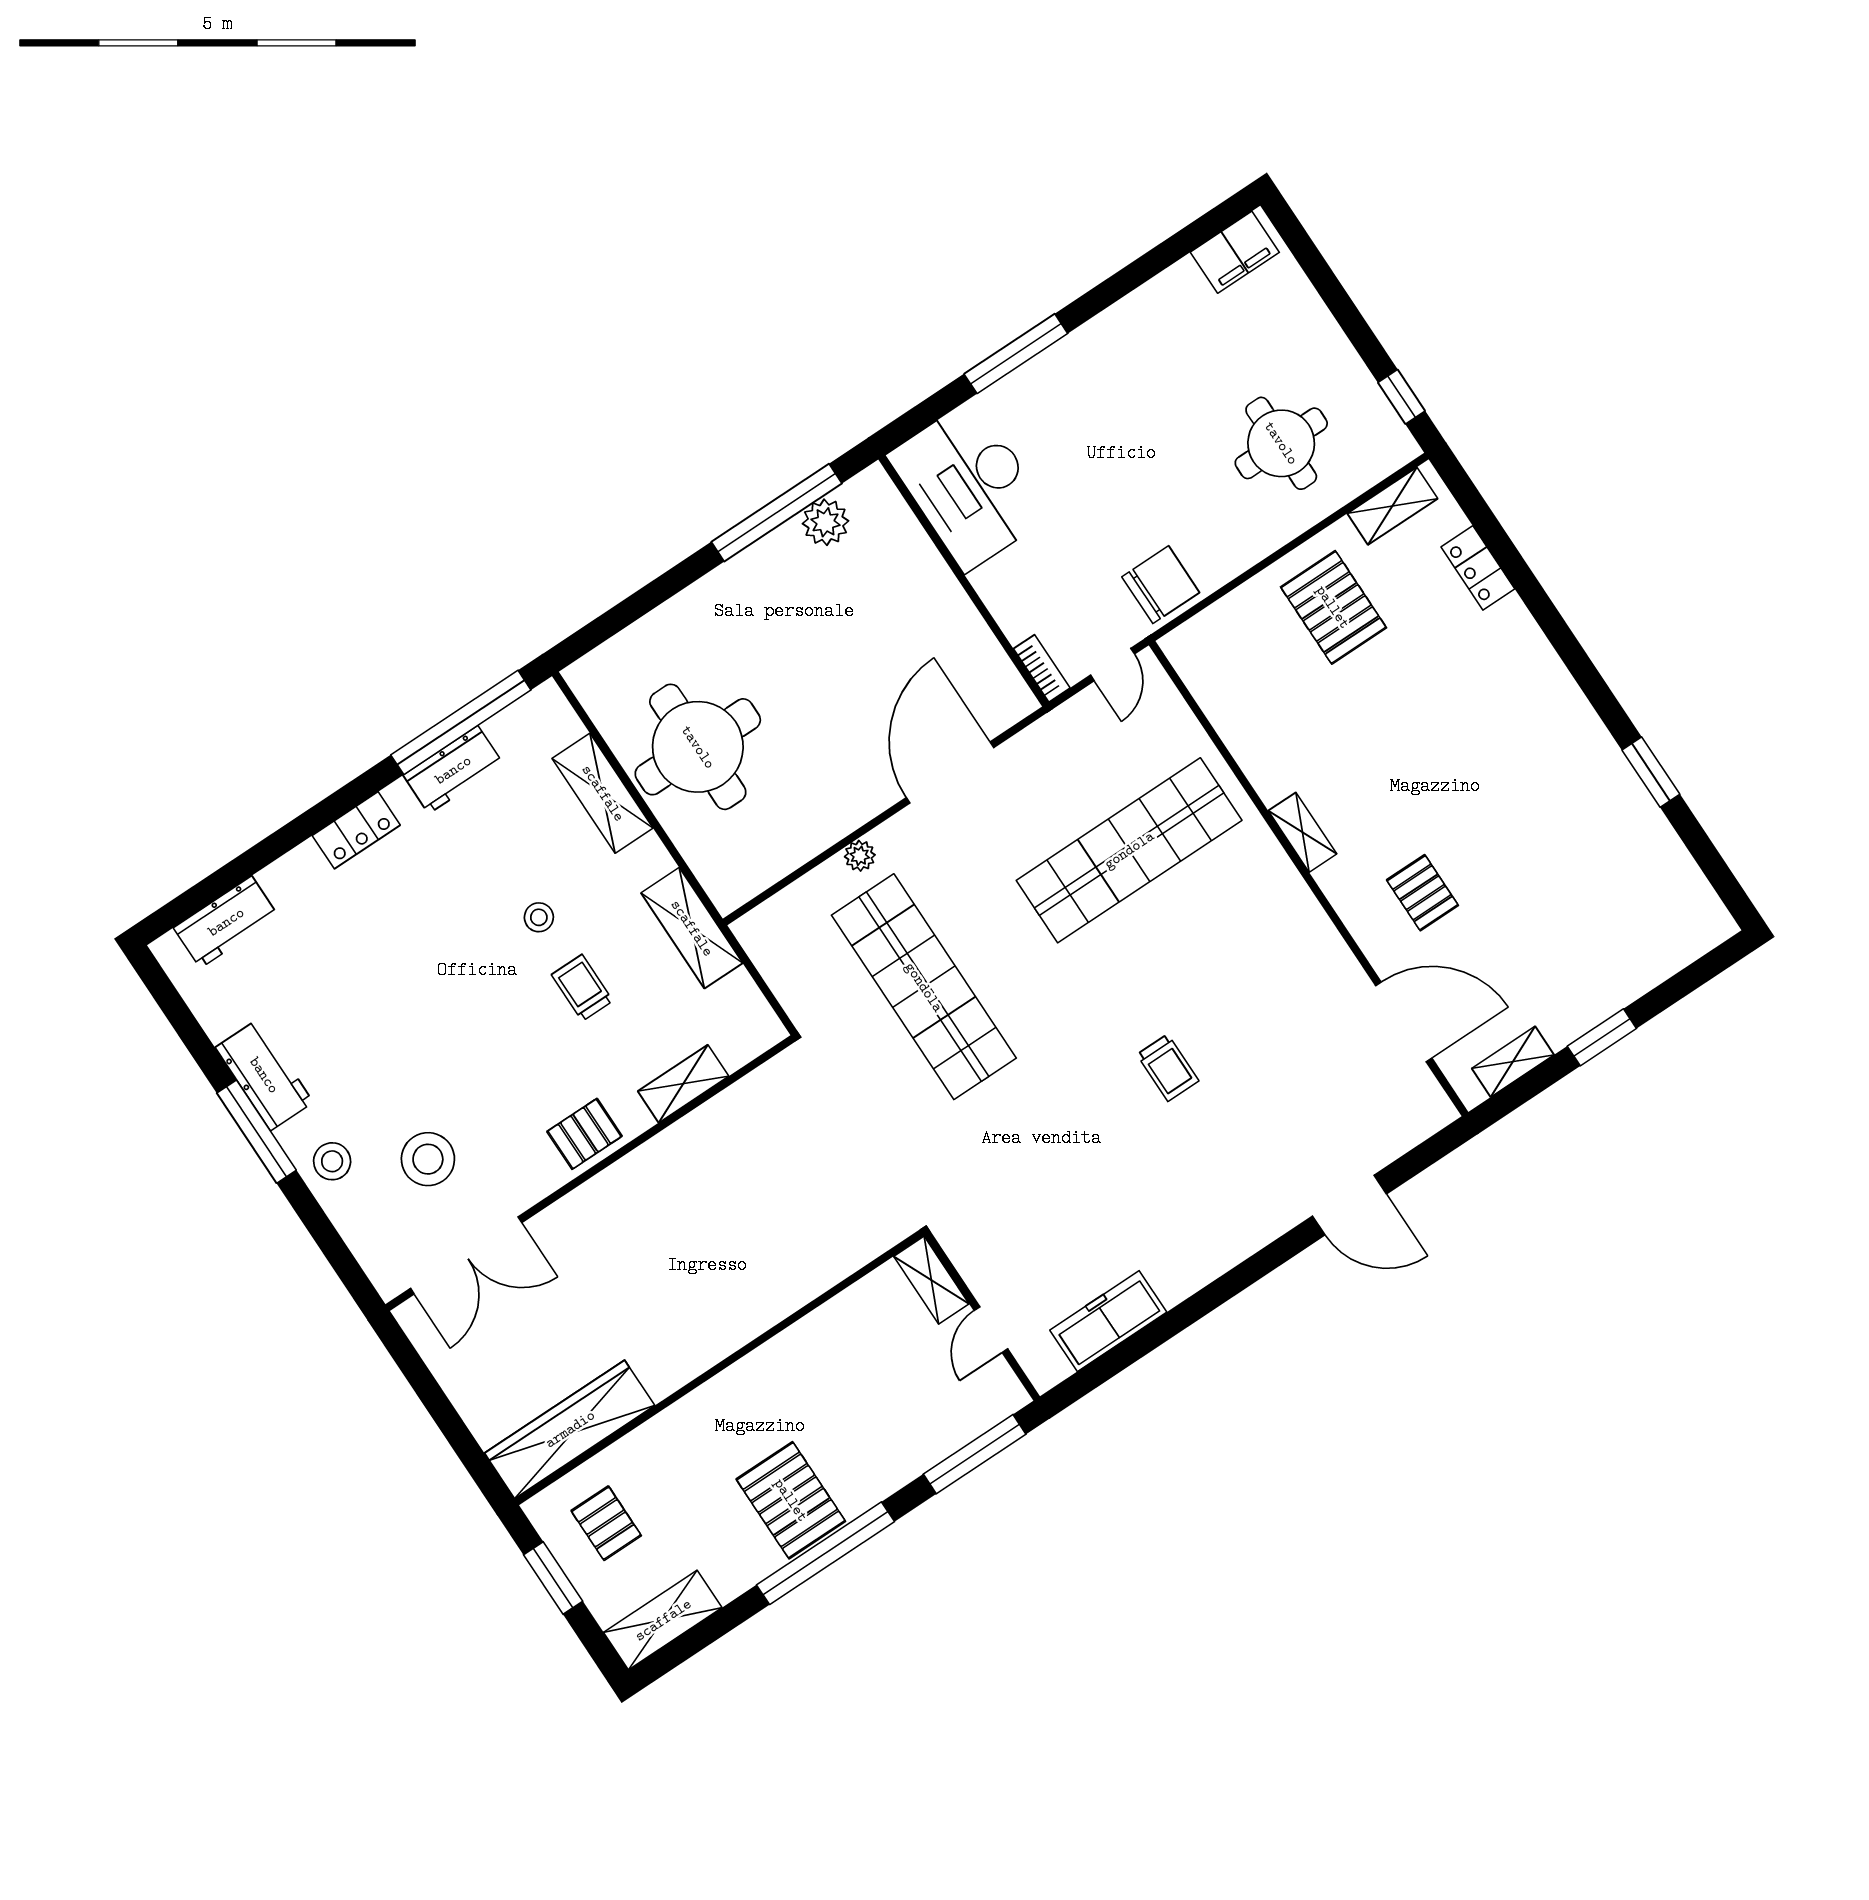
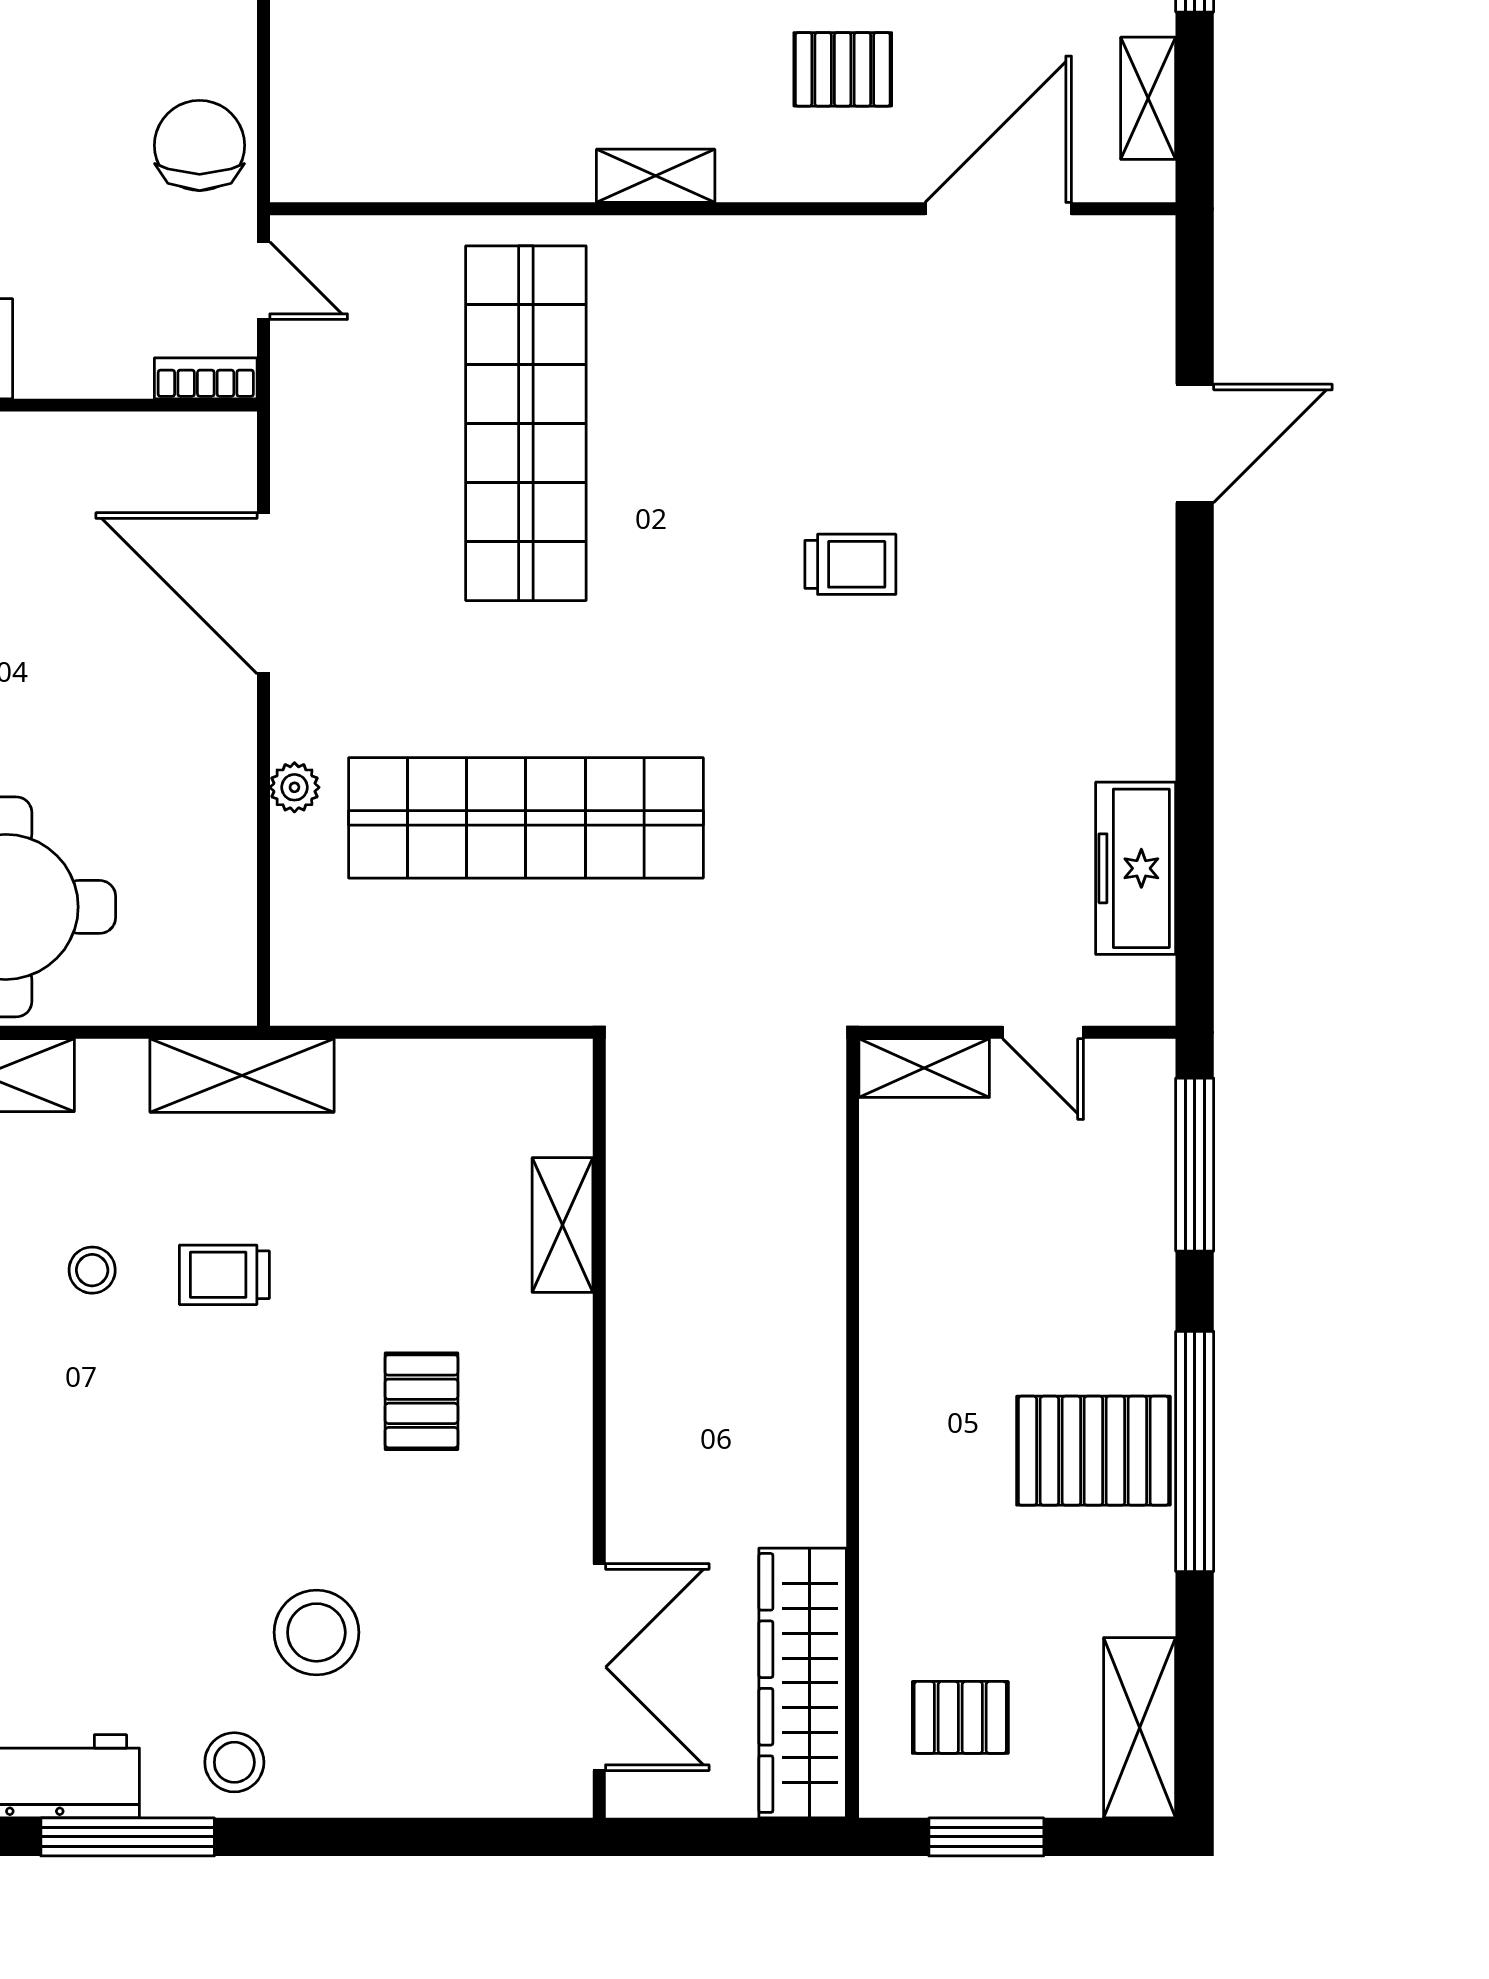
shelving: (683, 1084) -> (563, 1225), moved
wall: (590, 1173) -> (599, 1428), moved
double door: (466, 1256) -> (599, 1667), moved

